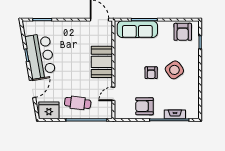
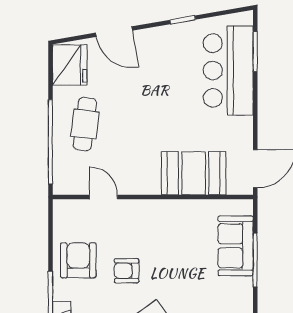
sofa: (137, 29) -> (236, 246), width x0.73
bar counter: (40, 56) -> (228, 71), moved, turned 100
booth: (102, 62) -> (194, 173), moved
armchair: (151, 73) -> (127, 271), moved

